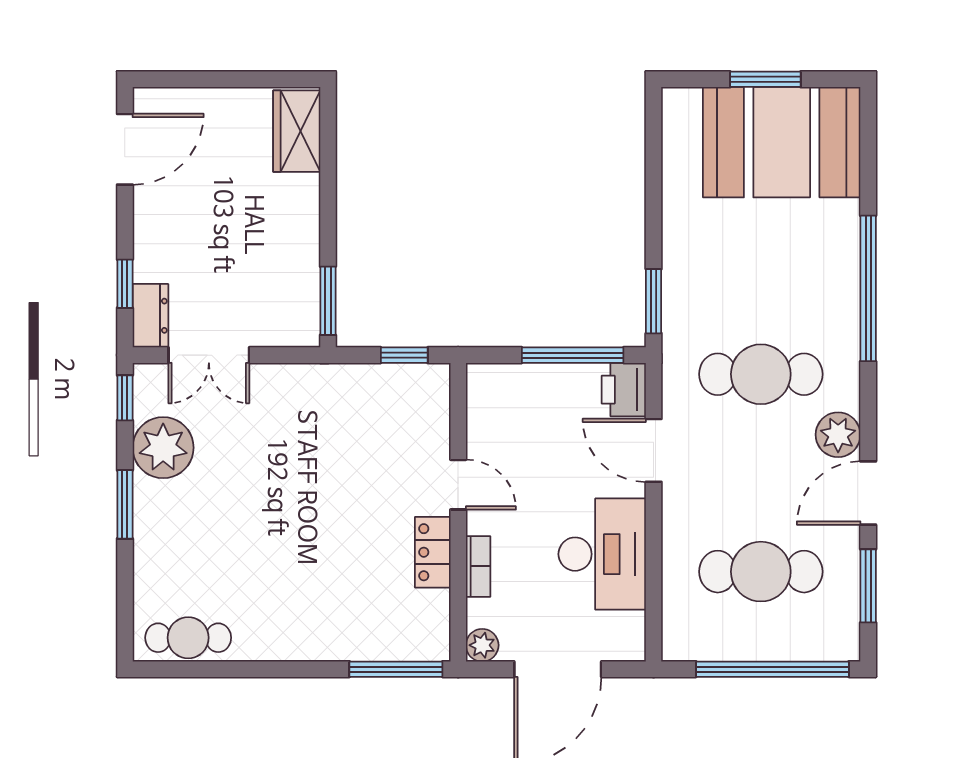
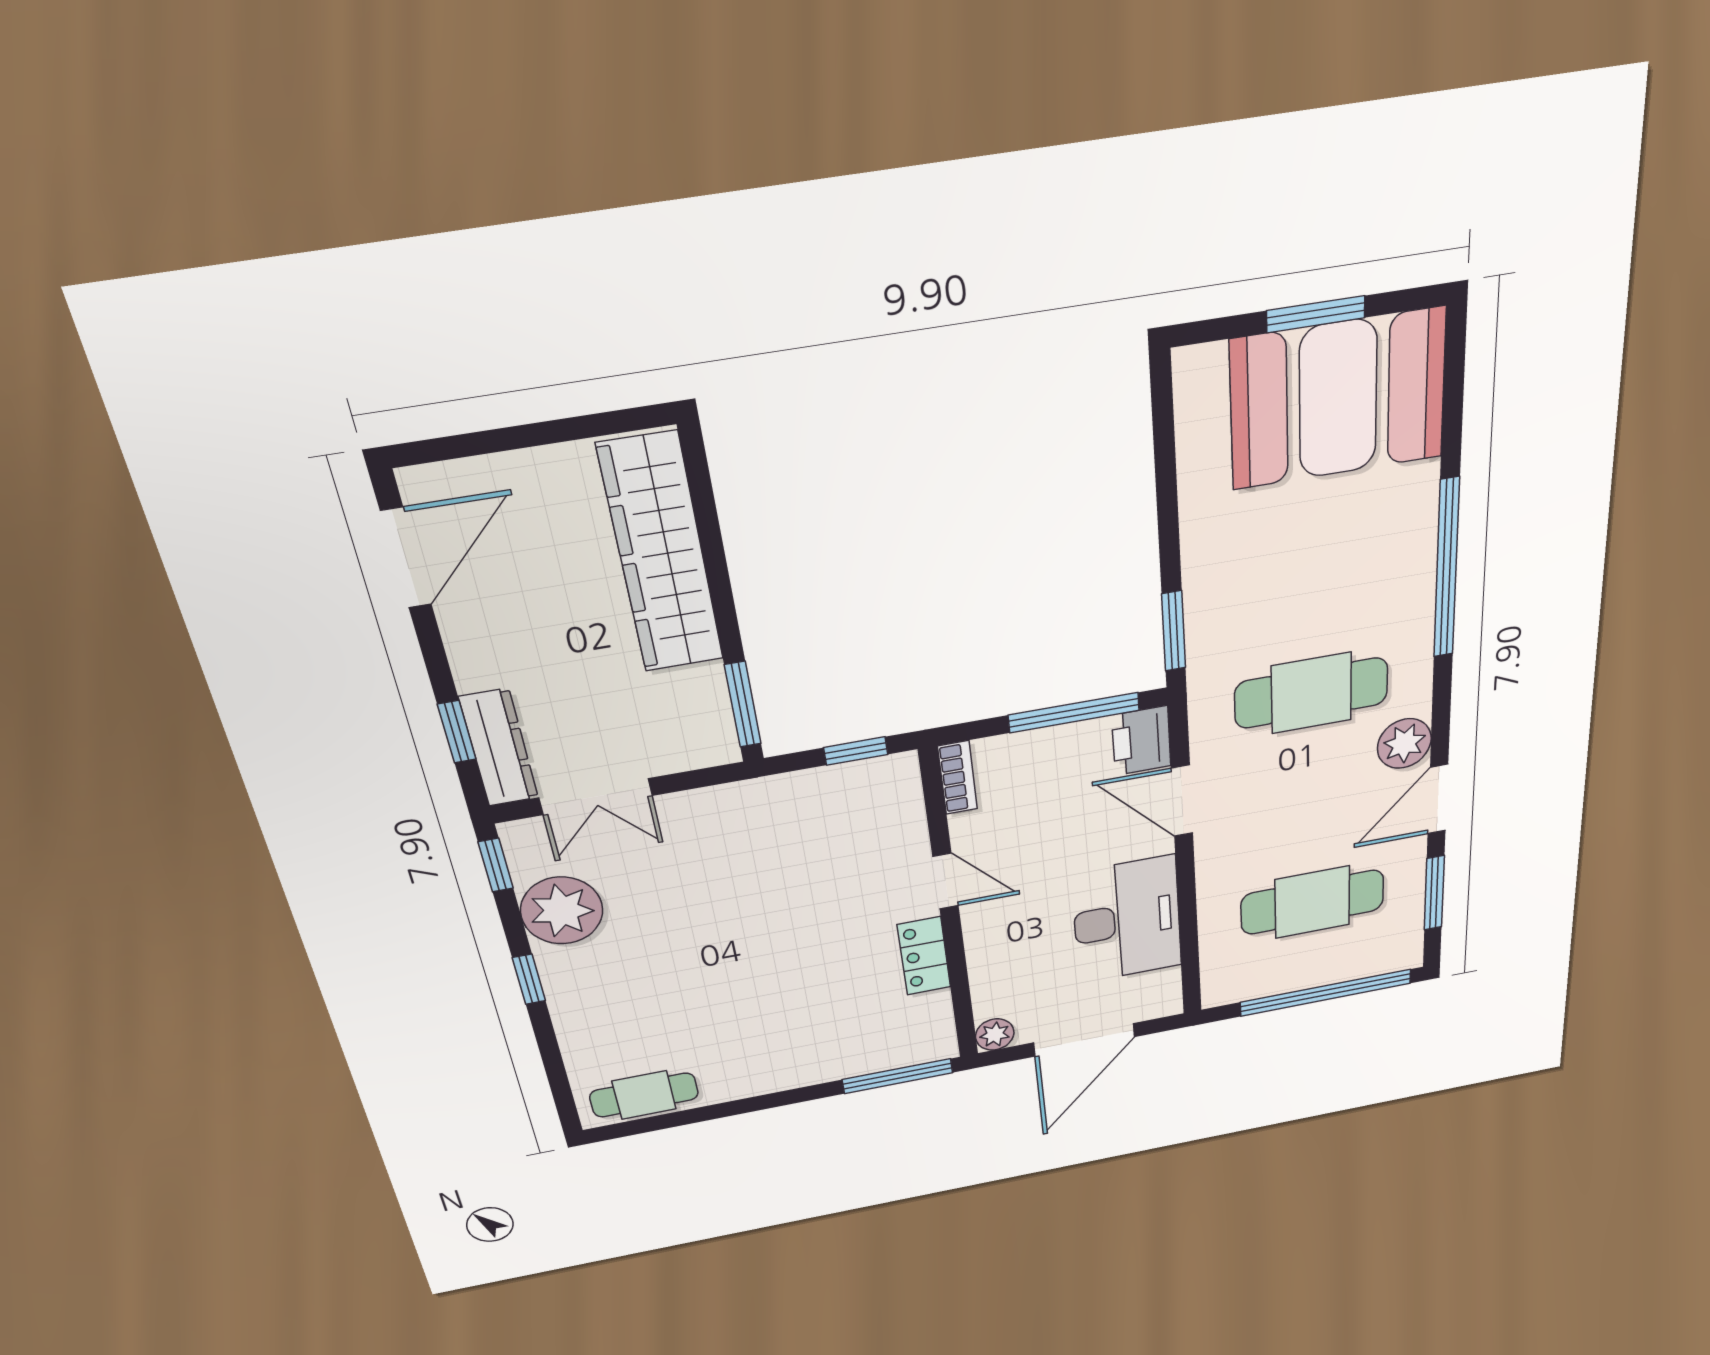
wardrobe: (297, 131) -> (661, 554), width x2.10, depth x1.17
dresser: (150, 316) -> (499, 748), width x1.44
window: (125, 504) -> (529, 979), width x0.67
bookcase: (478, 566) -> (958, 778), moved

